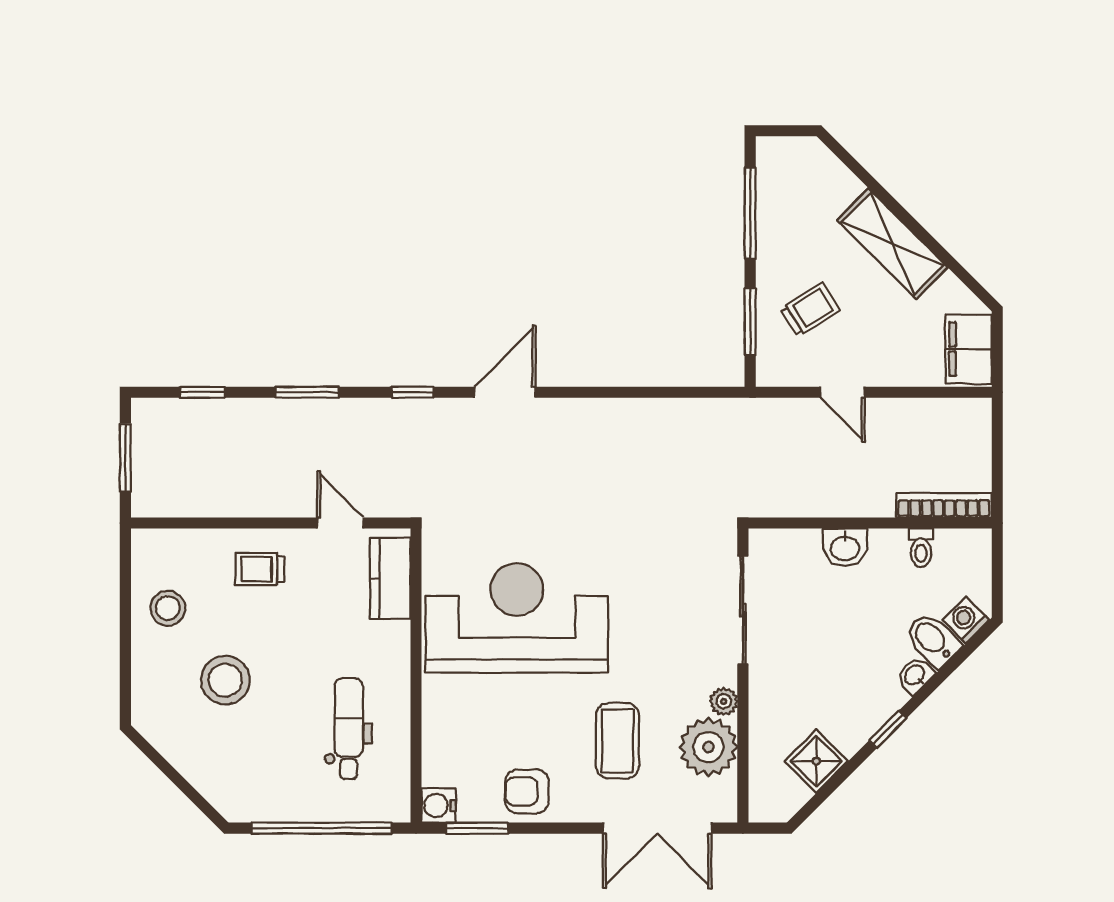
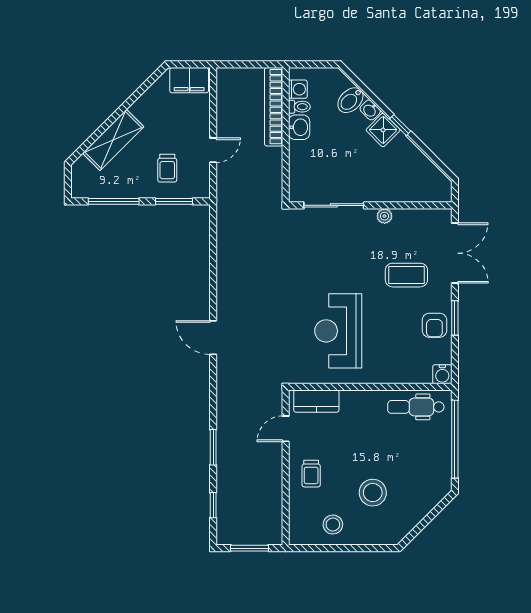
shelving: (892, 244) -> (113, 140), moved
trolley: (810, 310) -> (167, 168), turned -148
window: (412, 392) -> (213, 389), removed
bookcase: (944, 505) -> (274, 107), width x1.48, depth x1.31
washbasin: (845, 547) -> (299, 127), moved
reception desk: (517, 618) -> (338, 331), width x0.74, depth x0.77
washing machine: (966, 620) -> (298, 89), moved, turned -135
dental chair: (349, 729) -> (416, 407), moved
plant: (708, 747) -> (410, 225), removed
shower: (816, 761) -> (383, 130), moved
window: (477, 828) -> (455, 318), moved

